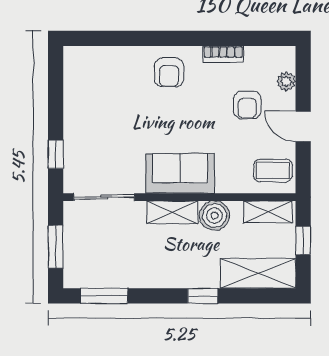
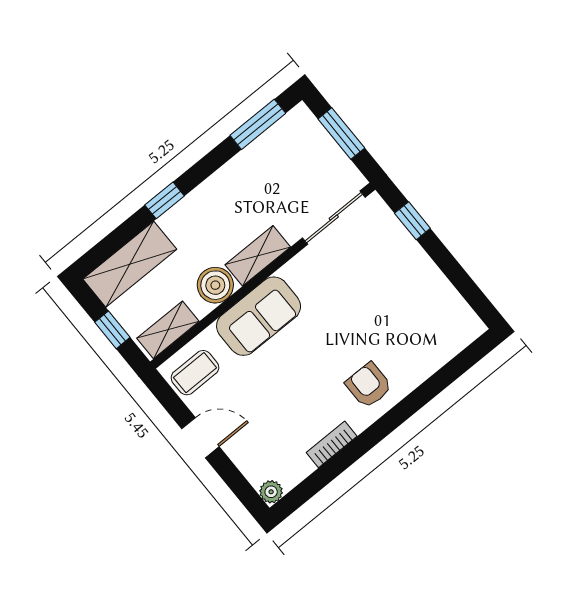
plant: (286, 81) -> (271, 492), moved
armchair: (247, 105) -> (270, 415), removed
sofa: (180, 173) -> (259, 316), moved

